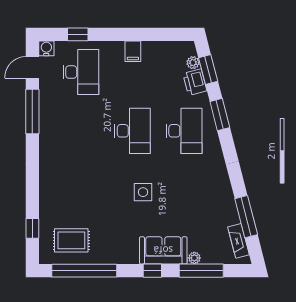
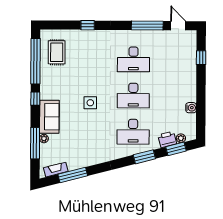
water cooler: (46, 48) -> (191, 108), moved
filing cabinet: (133, 51) -> (189, 96), removed
desk: (81, 72) -> (133, 59), moved
window: (32, 228) -> (88, 25), moved
window: (152, 271) -> (35, 99), moved

